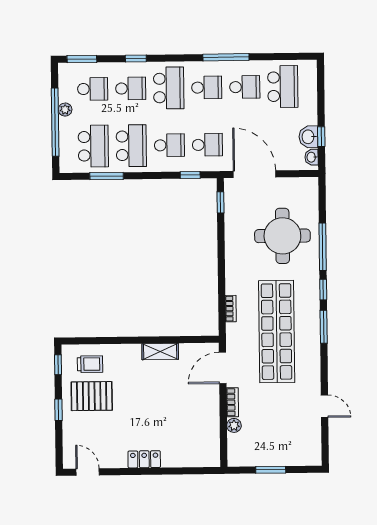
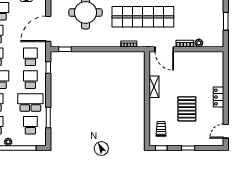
school desk: (93, 146) -> (30, 125), width x0.54
pallet: (92, 396) -> (187, 109), moved

